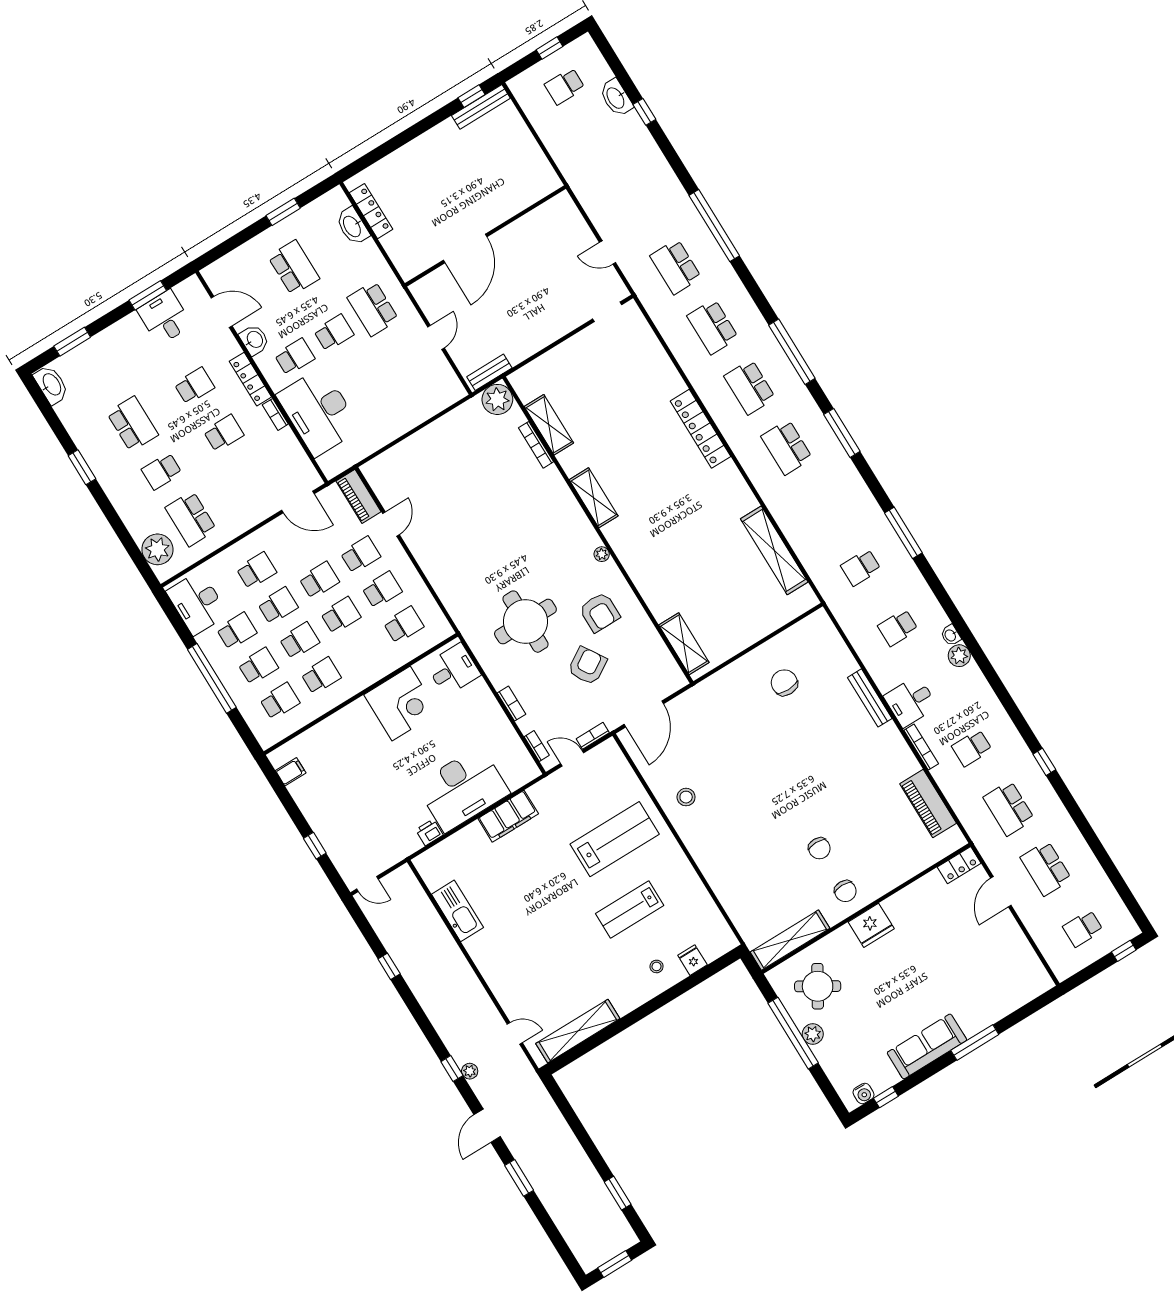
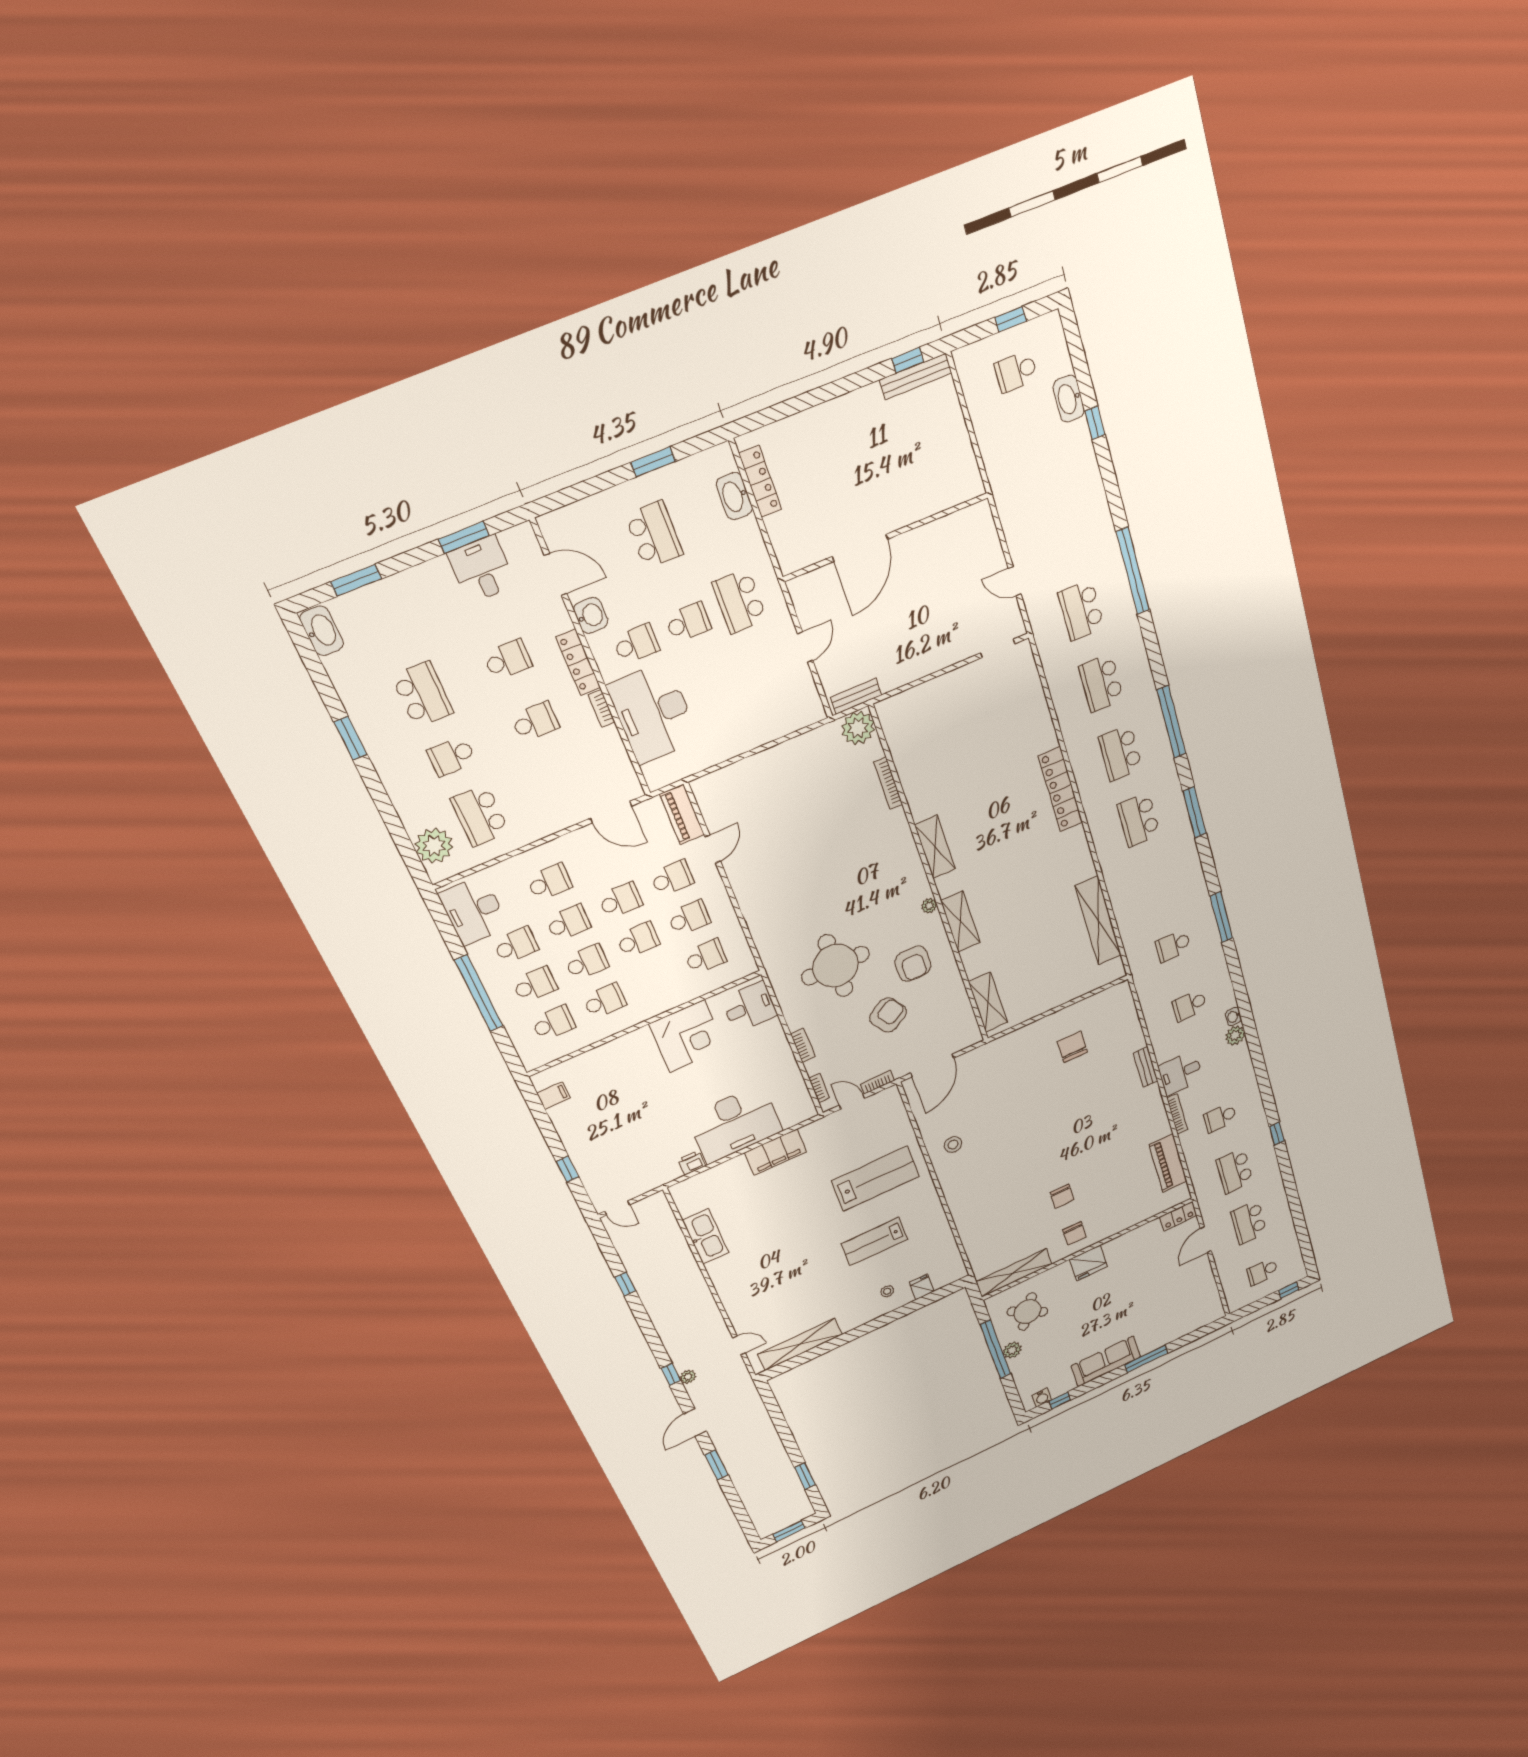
shelving: (549, 425) -> (960, 921), moved
bench: (870, 698) -> (1145, 1067), width x0.73

